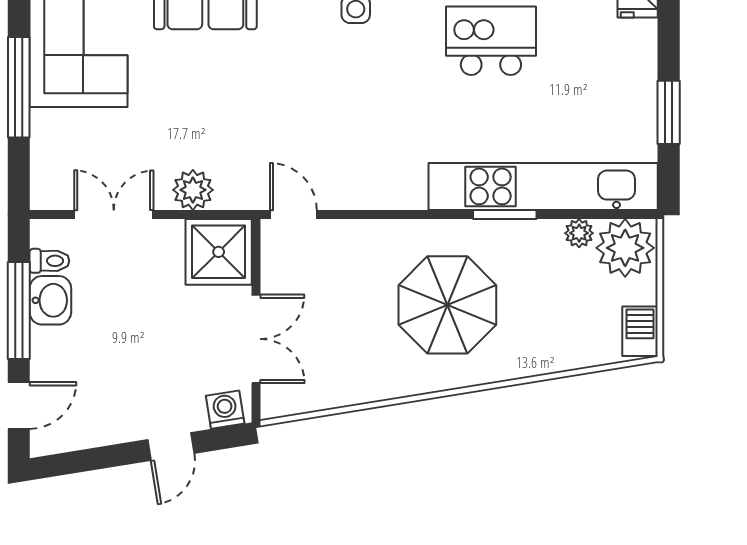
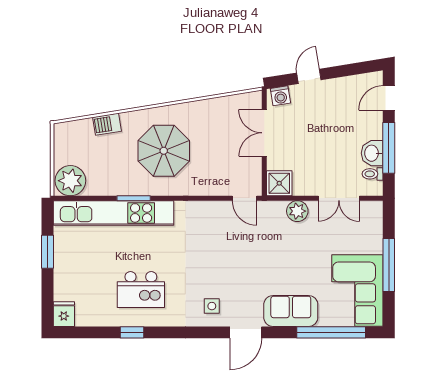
plant: (579, 233) -> (95, 188), removed
shower: (219, 252) -> (279, 183), width x0.73, depth x0.73
barbecue: (640, 331) -> (107, 124), moved, turned 81

